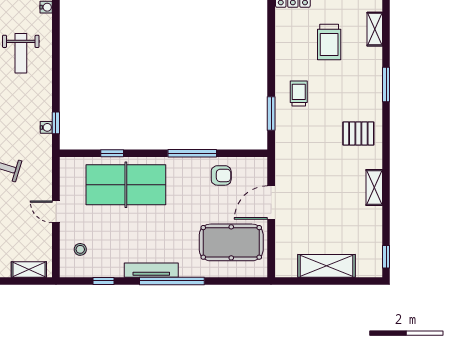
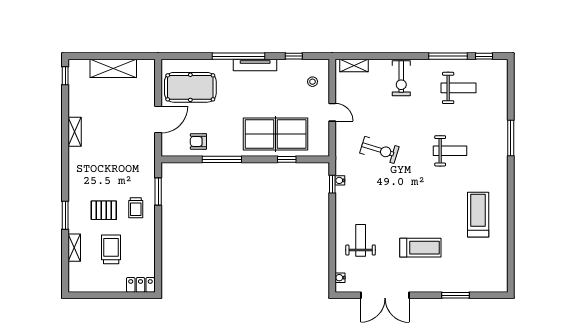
shelving: (375, 29) -> (74, 248), moved
pallet: (358, 133) -> (104, 210), moved

